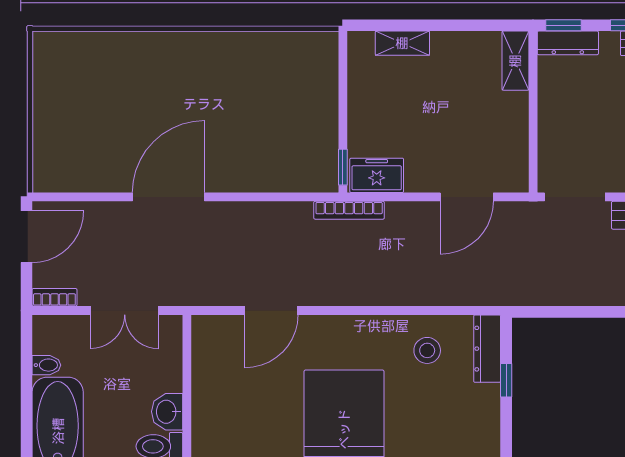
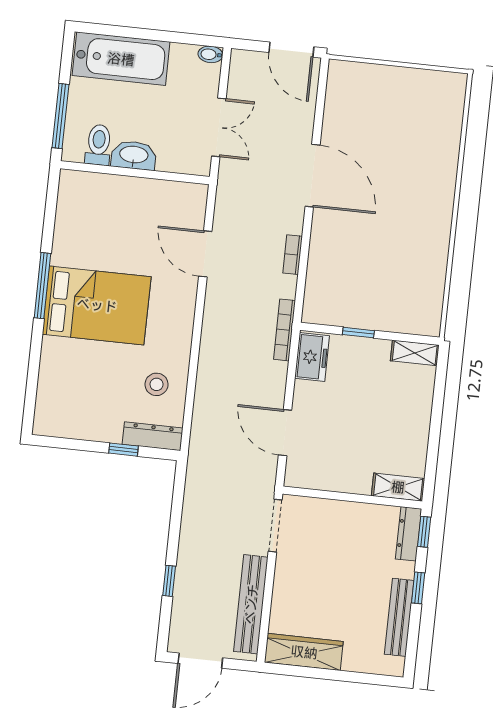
shelving: (402, 43) -> (415, 353), moved, turned 90
window: (343, 167) -> (358, 333), moved
bookcase: (54, 297) -> (293, 255), moved, turned 180
double door: (125, 310) -> (219, 127), swing flipped
bidet: (46, 365) -> (210, 54), moved, turned 90
washbasin: (167, 412) -> (134, 155), width x1.38

